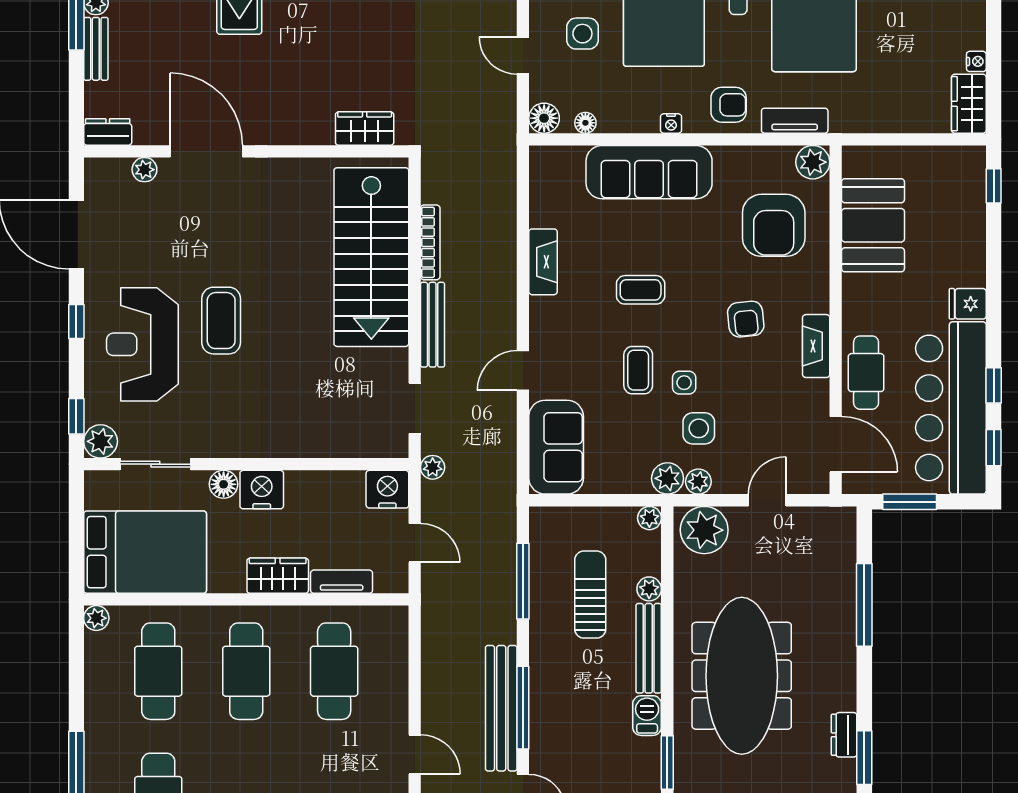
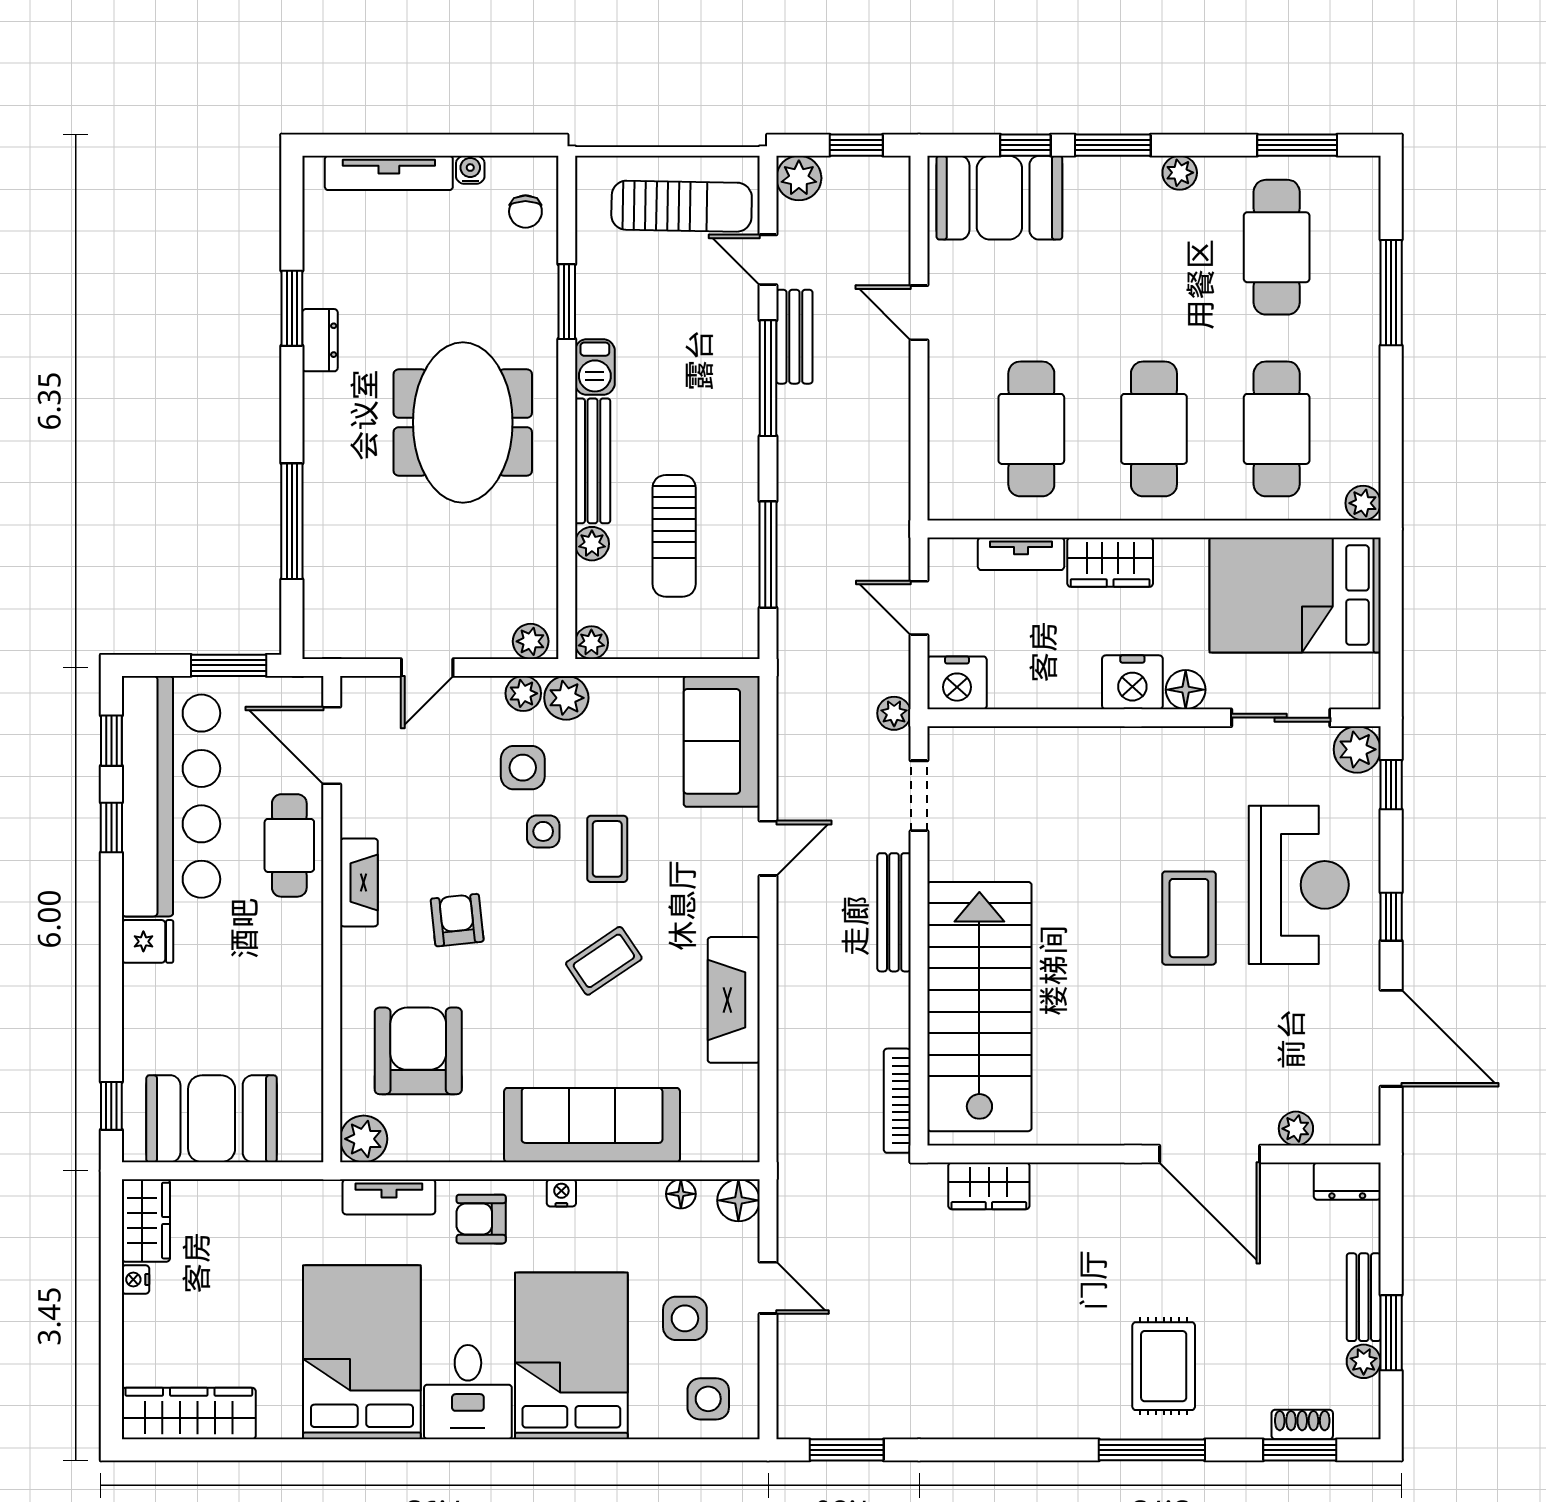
booth: (873, 225) -> (212, 1119), moved, turned 90
bookcase: (430, 242) -> (897, 1101), moved
fireplace: (543, 262) -> (734, 1000), width x1.37, depth x1.32
coffee table: (641, 290) -> (604, 961), turned -34
plant: (704, 530) -> (531, 641), width x0.53, depth x0.53
meeting table: (742, 676) -> (463, 422), width x0.73
bench: (501, 708) -> (794, 337), width x0.54, depth x0.82

